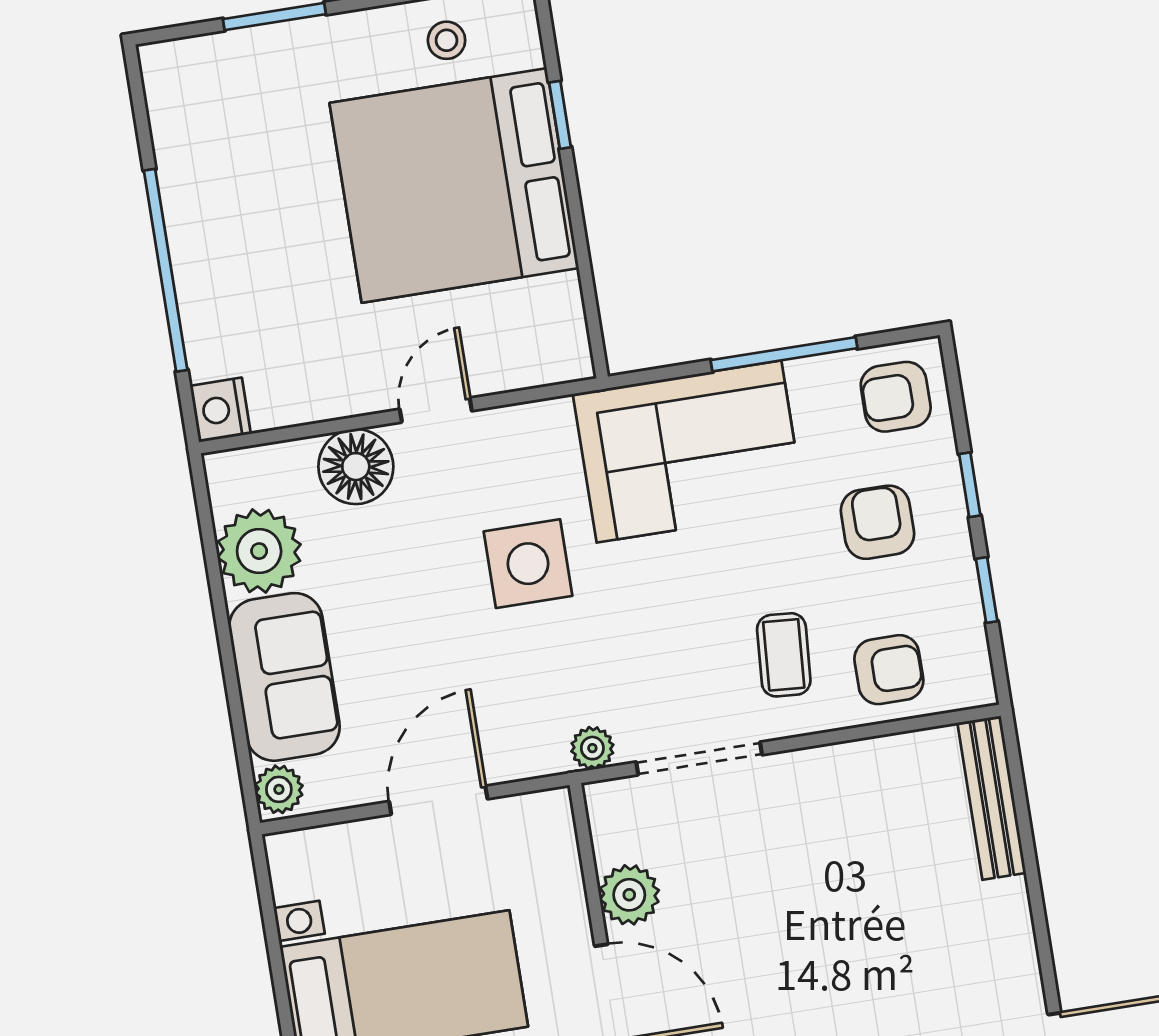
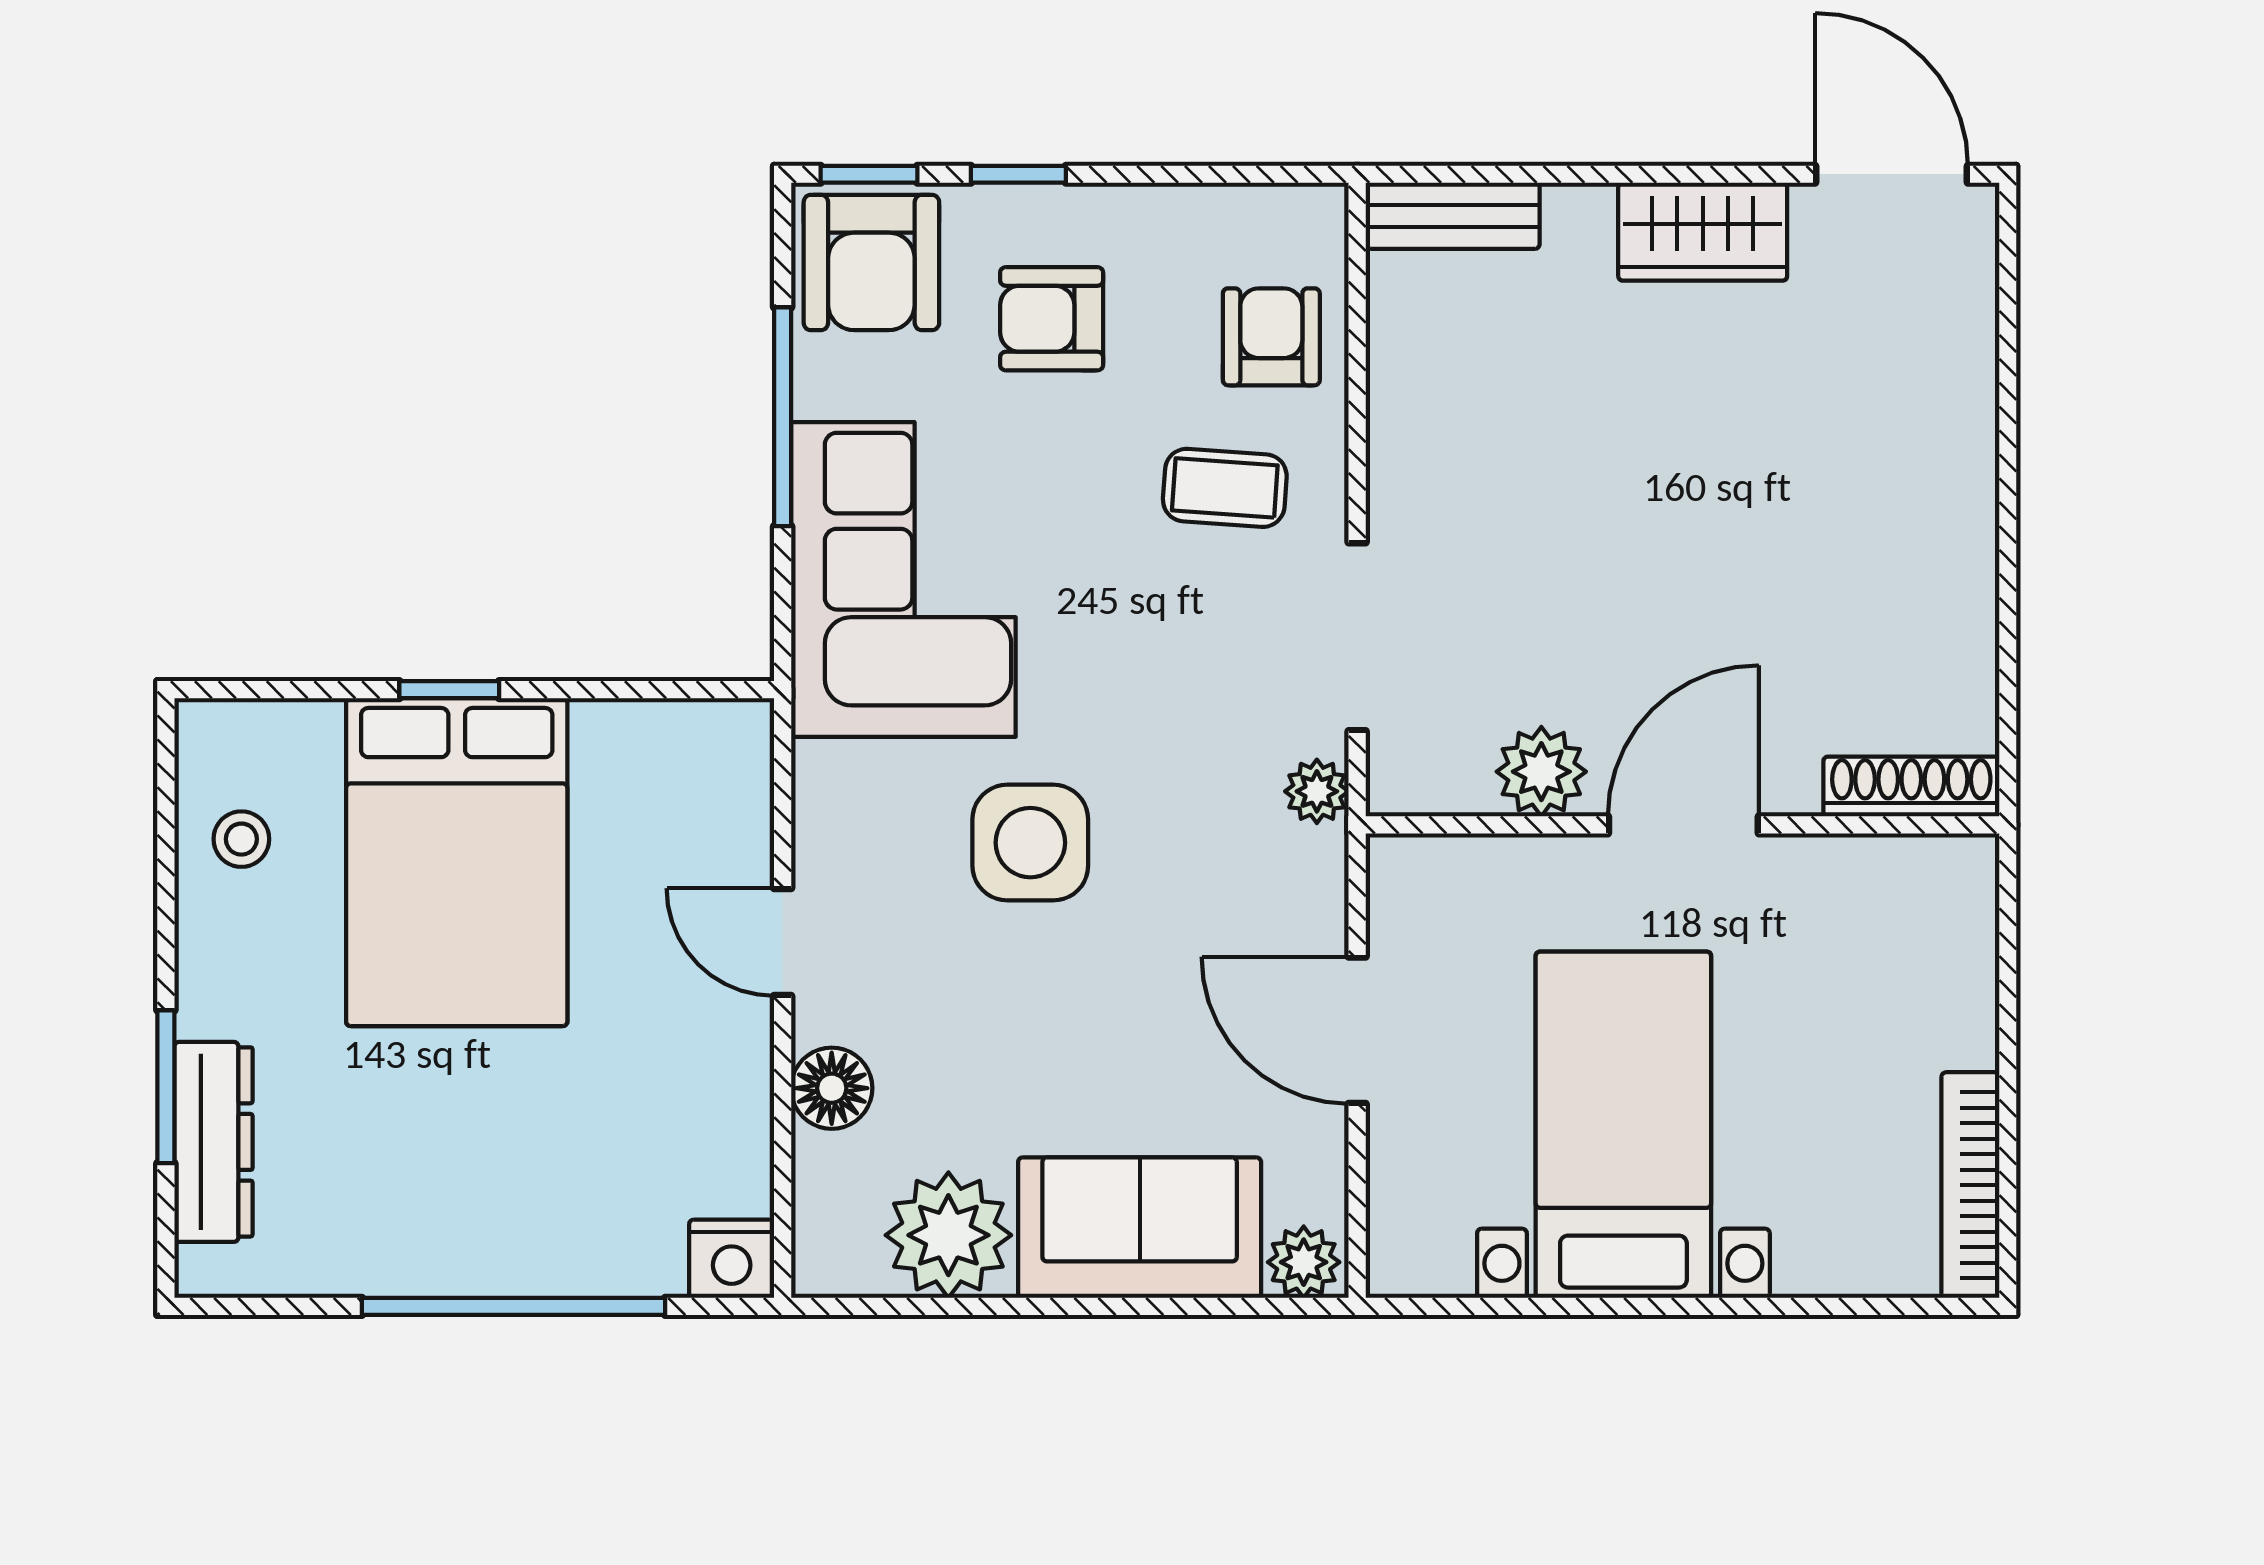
dresser: (243, 54) -> (213, 1142), added
window: (560, 115) -> (449, 690), moved
bed: (454, 185) -> (457, 862), width x0.73
armchair: (896, 397) -> (871, 262), width x1.38, depth x1.38
floor lamp: (356, 467) -> (832, 1088), width x0.73, depth x0.73
window: (987, 590) -> (869, 174), moved
bench: (992, 798) -> (1453, 216), width x0.73
wardrobe: (1004, 944) -> (1703, 232), added

